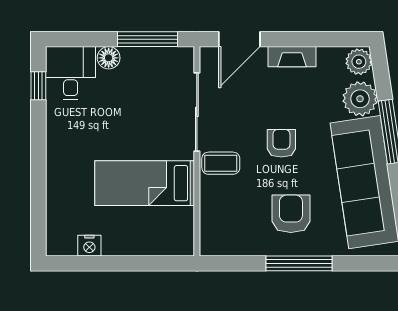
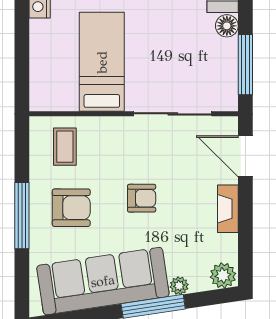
plant: (360, 99) -> (179, 286), width x0.53, depth x0.53
coffee table: (221, 163) -> (65, 147), moved

